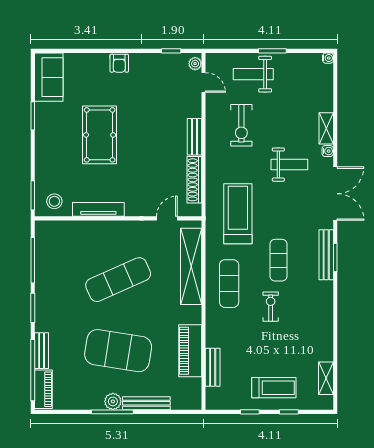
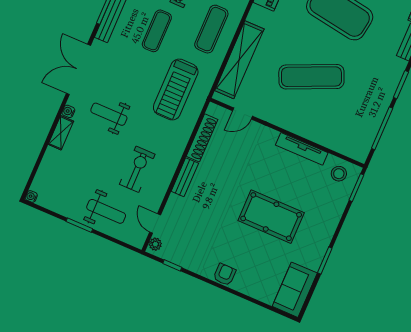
pool table: (100, 135) -> (271, 217), turned 90

